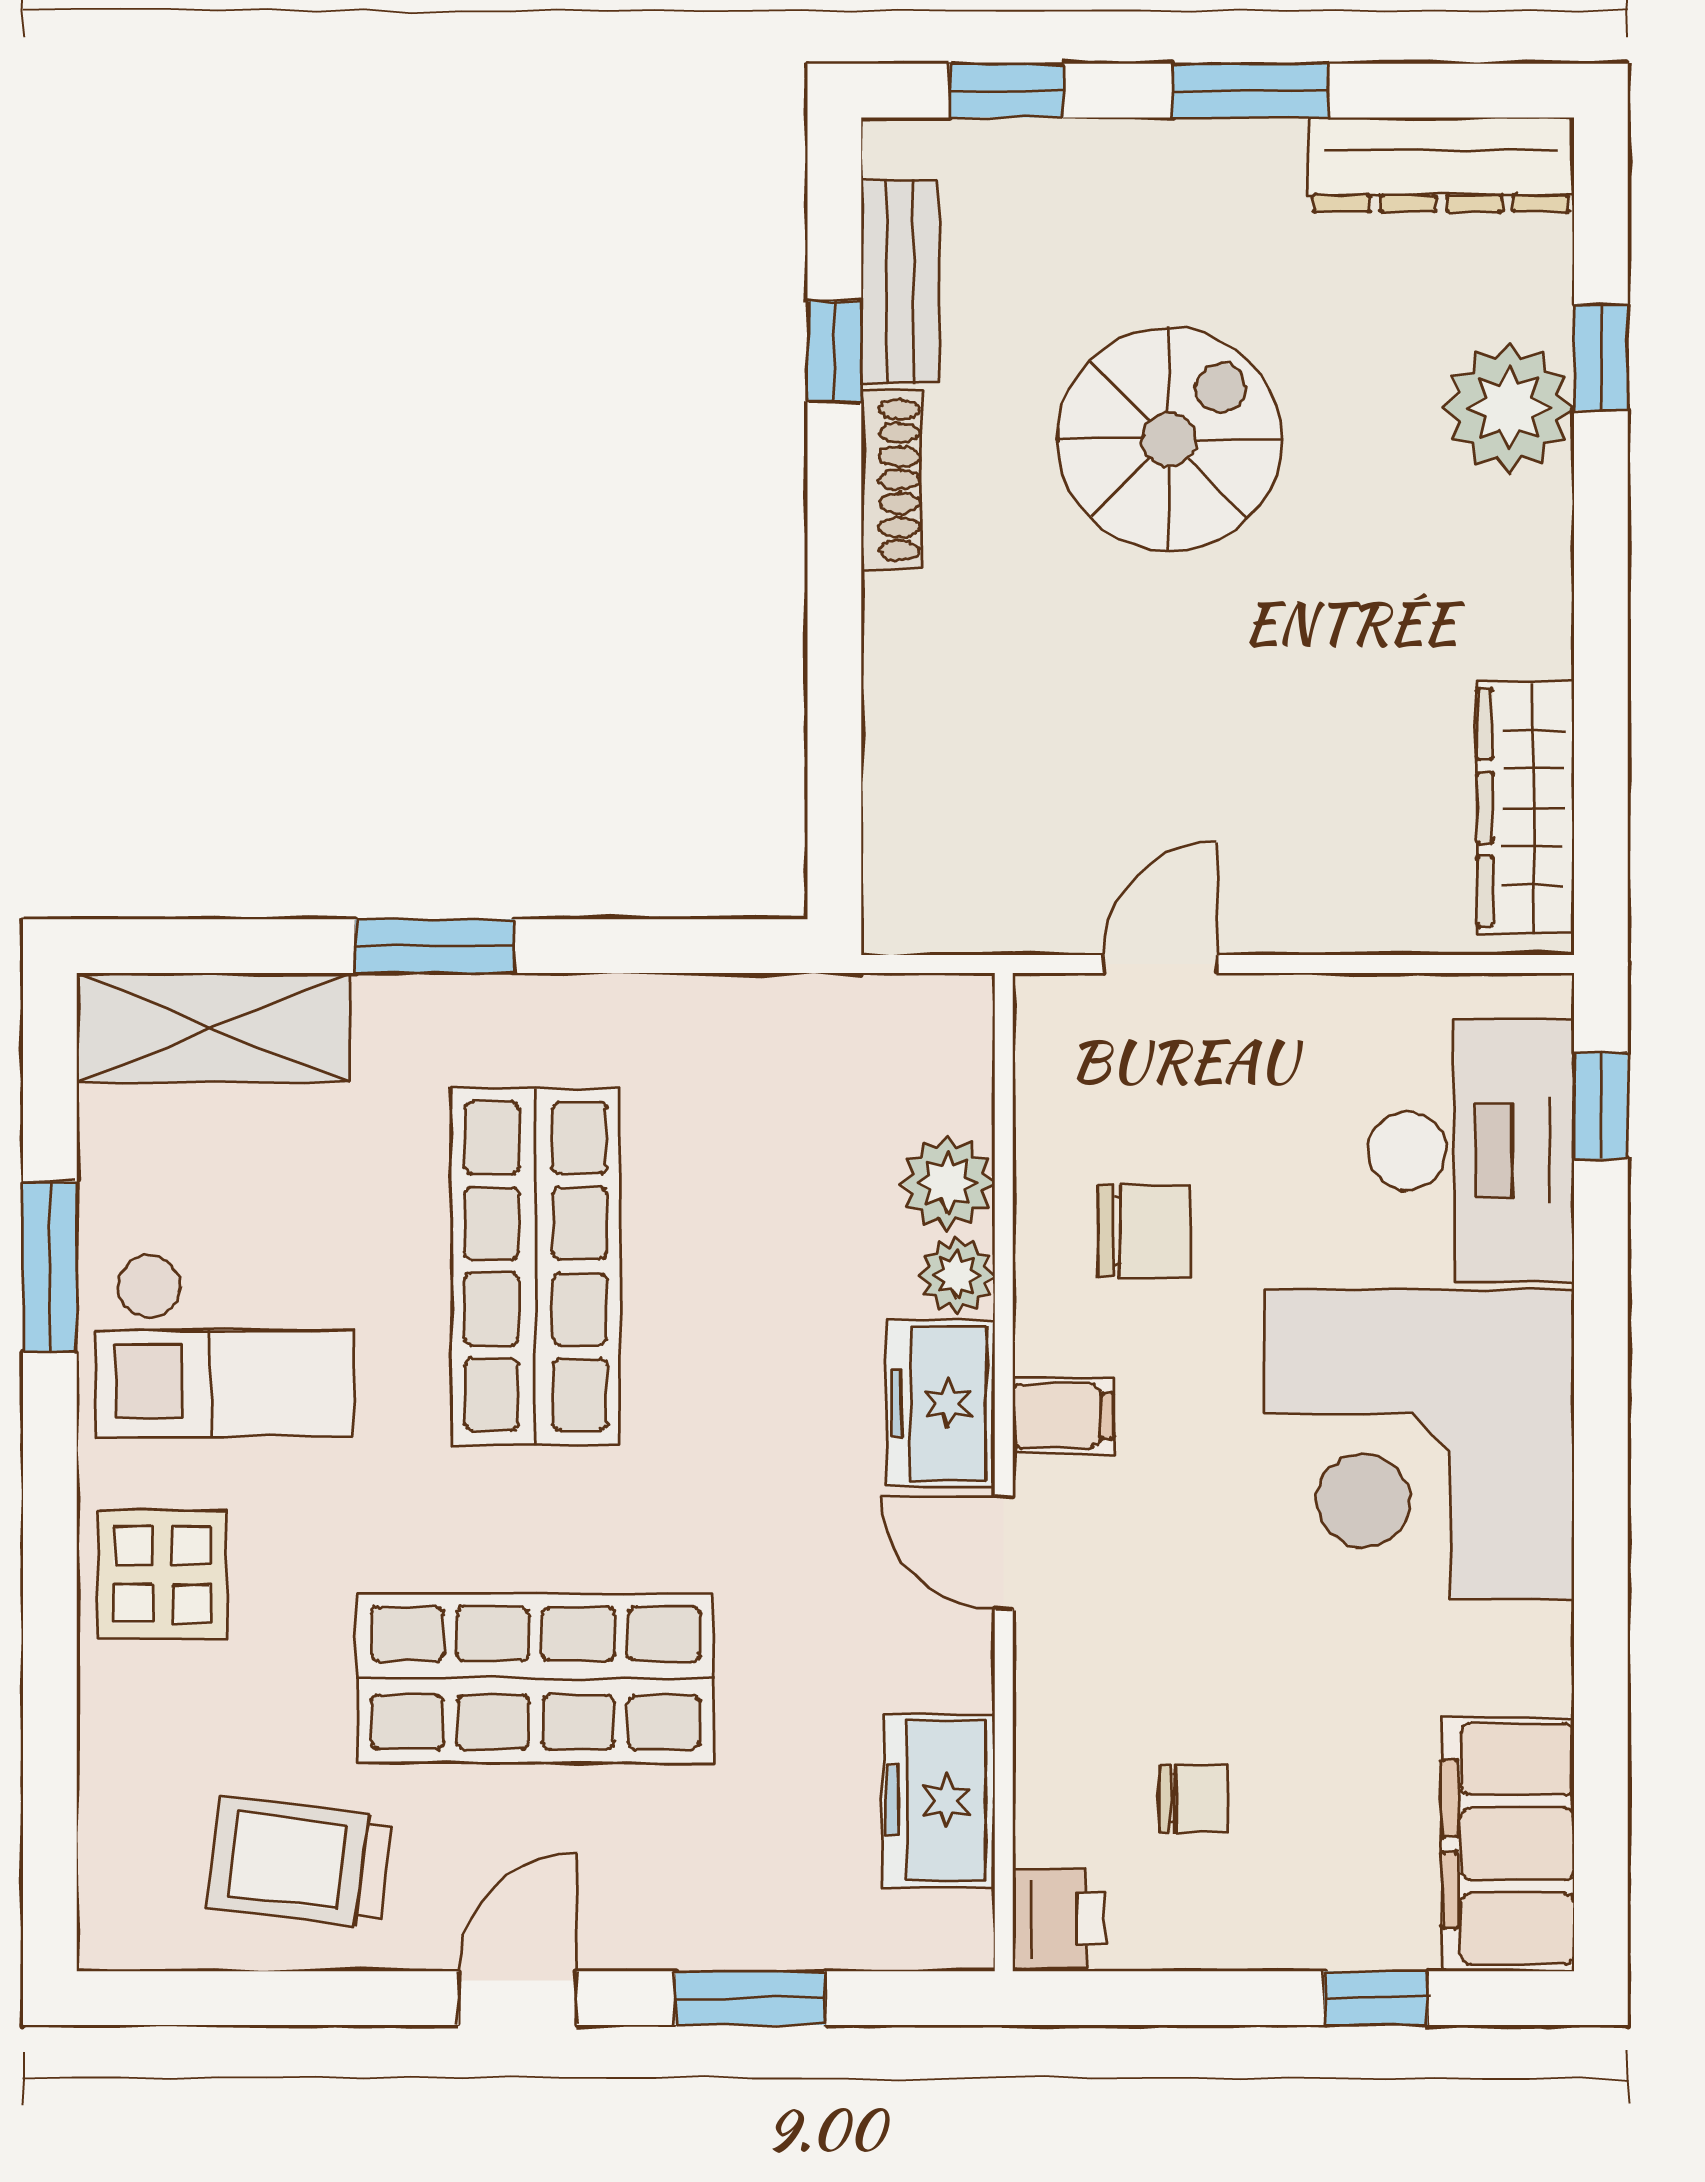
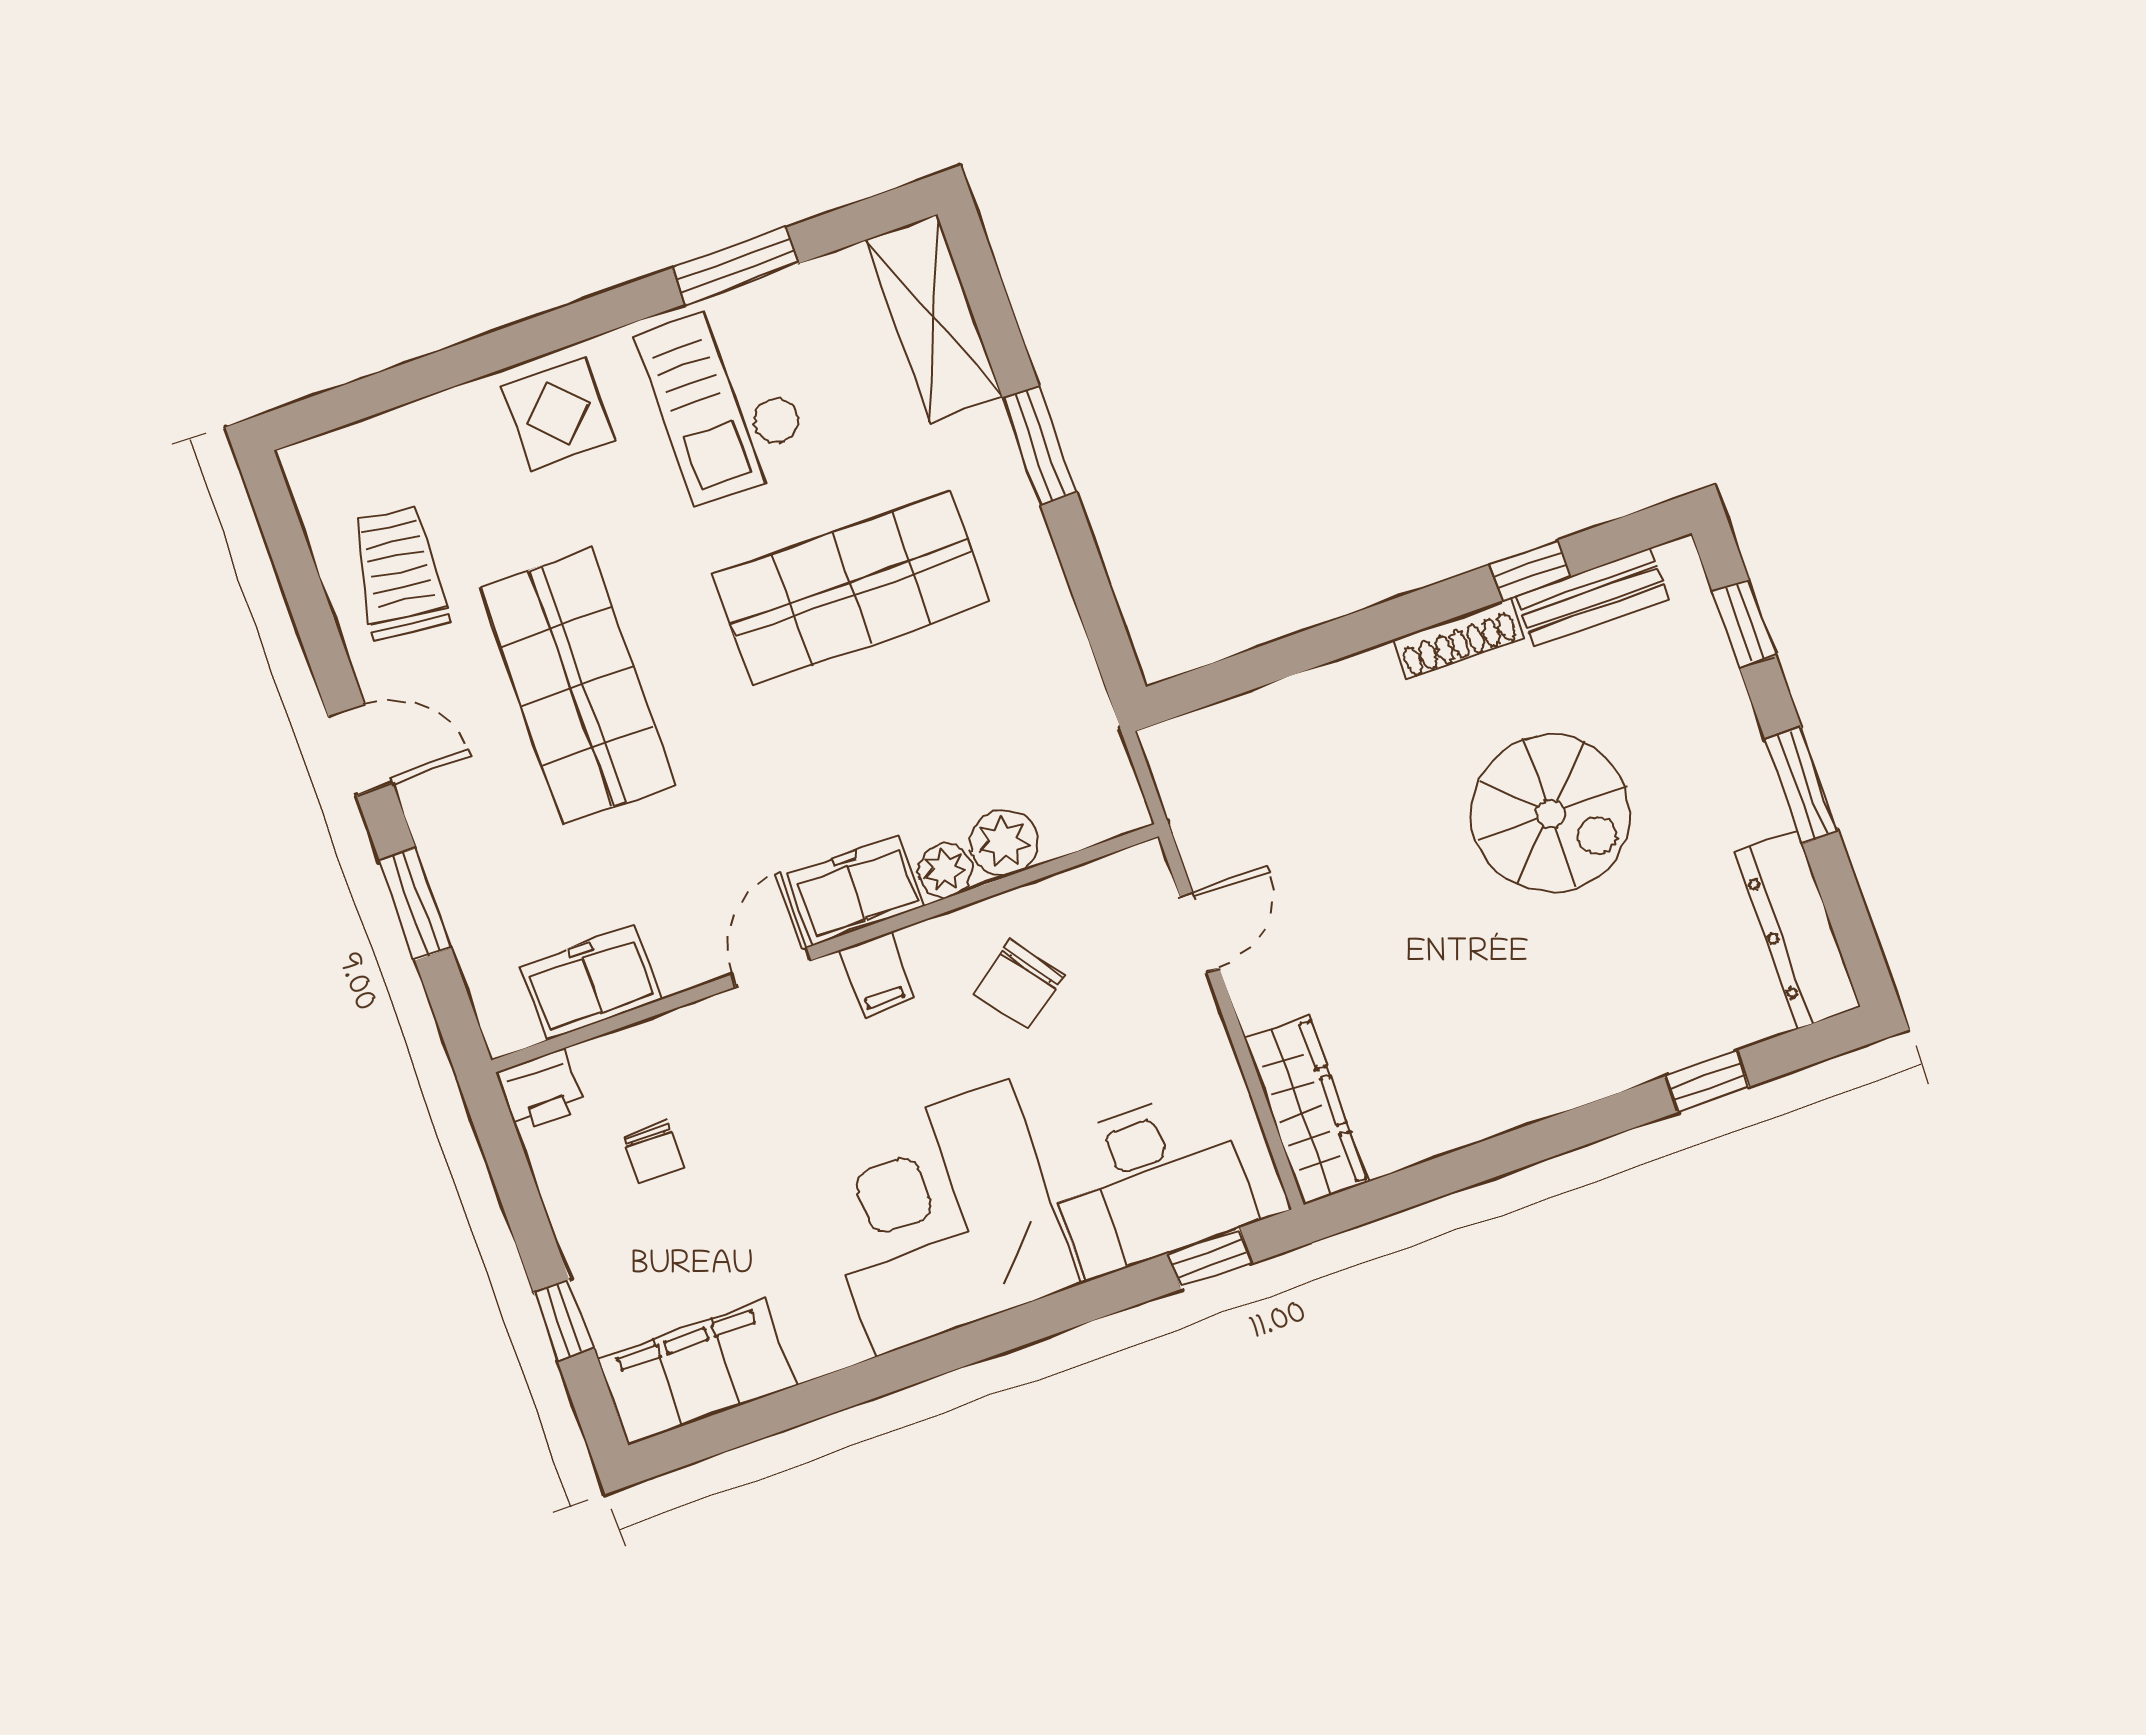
plant: (1509, 408) -> (1652, 1032), removed
wardrobe: (1526, 808) -> (1306, 1110), moved, turned 90
door: (1160, 964) -> (1200, 932), hinge flipped
chair: (1144, 1231) -> (1019, 984), turned 54

